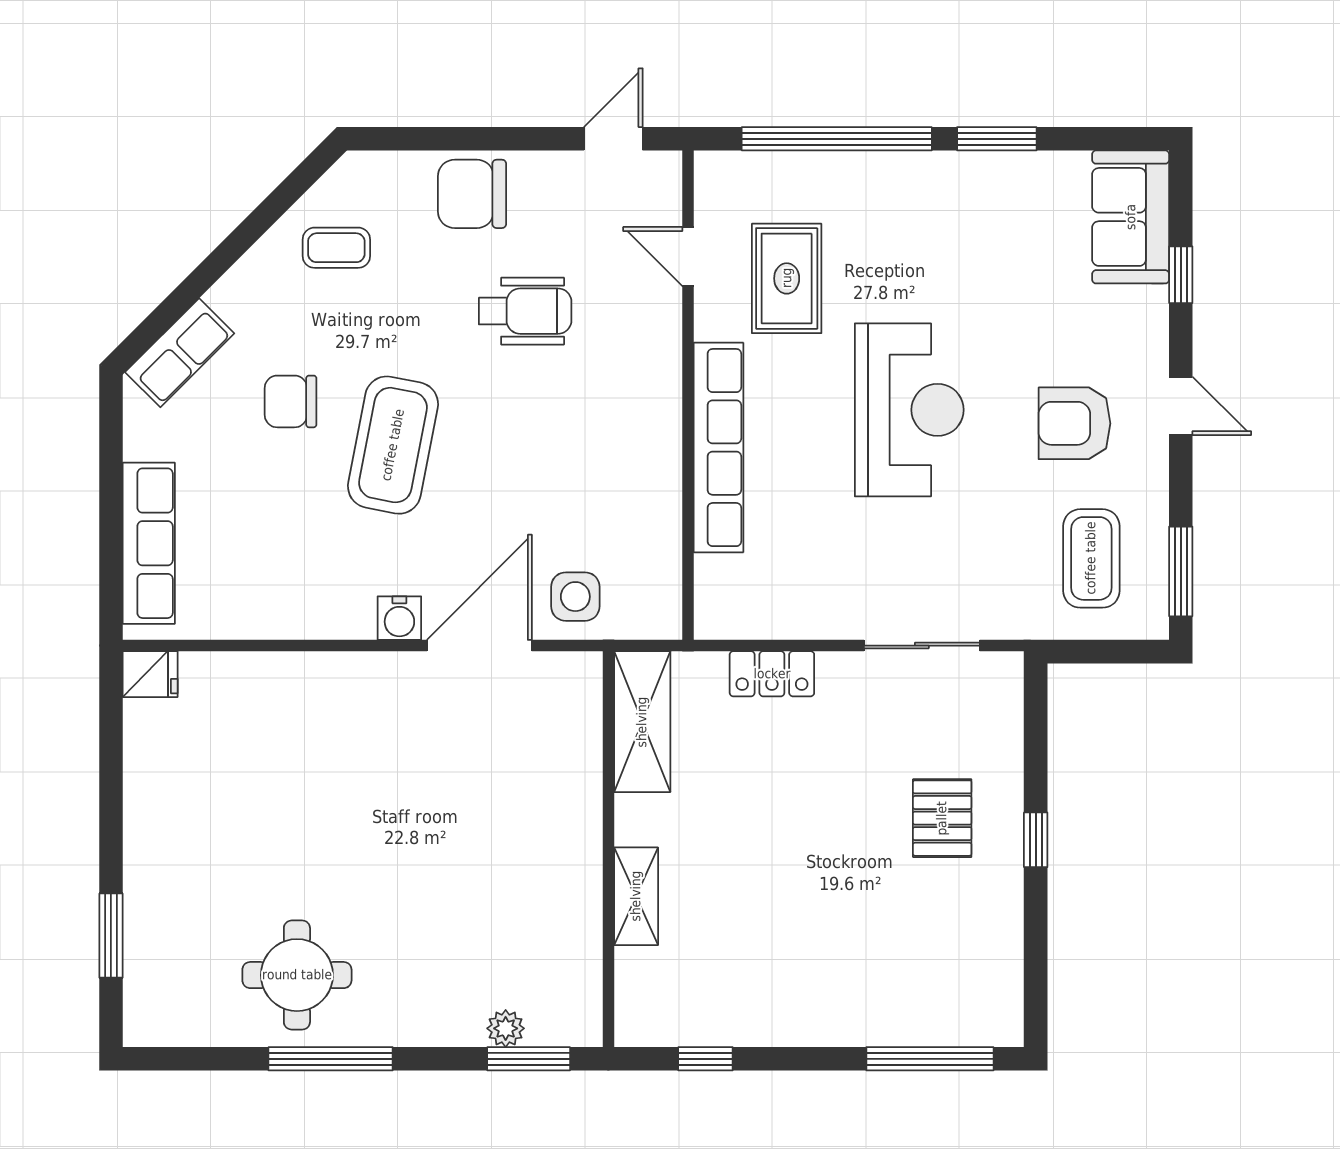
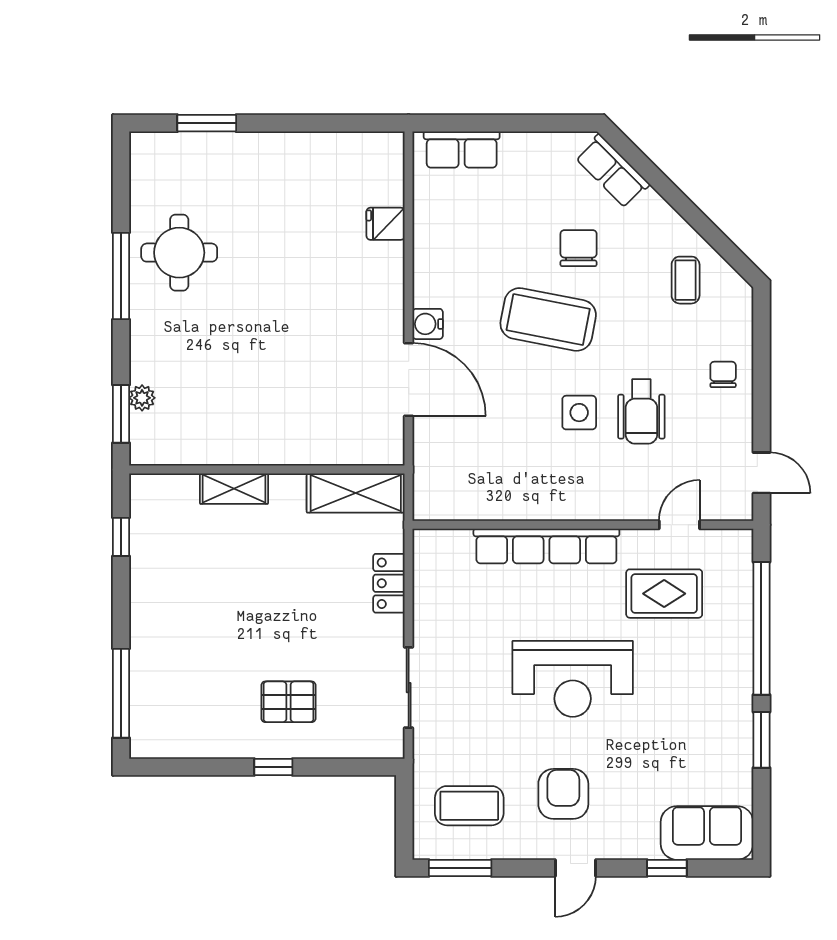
chair: (472, 194) -> (723, 374), width x0.54, depth x0.54
row of seats: (149, 543) -> (462, 149), width x0.68
side table: (575, 597) -> (579, 413), moved
fridge: (150, 674) -> (386, 224), moved, turned 90

